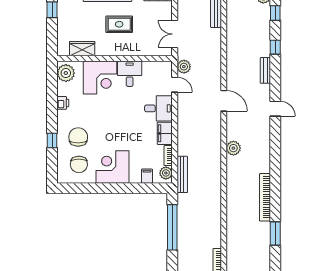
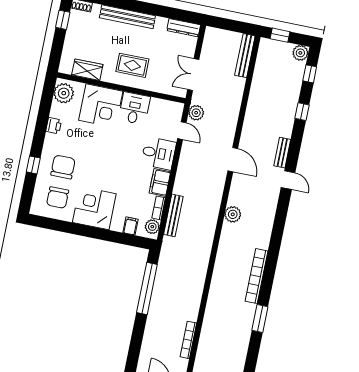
rug: (119, 24) -> (132, 65), moved
bench: (265, 70) -> (282, 153), moved
bench: (182, 174) -> (173, 215), moved

